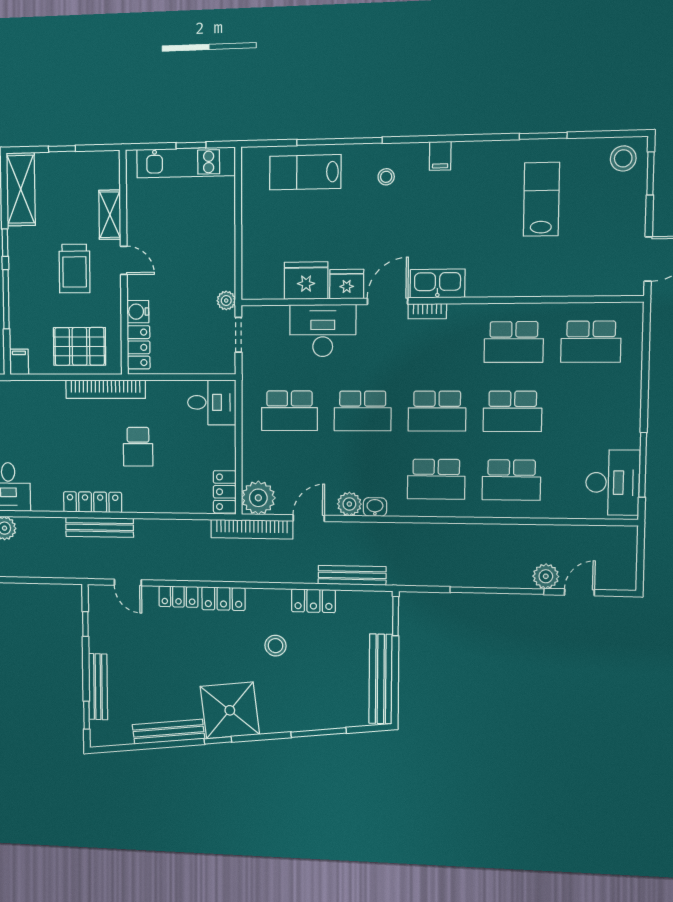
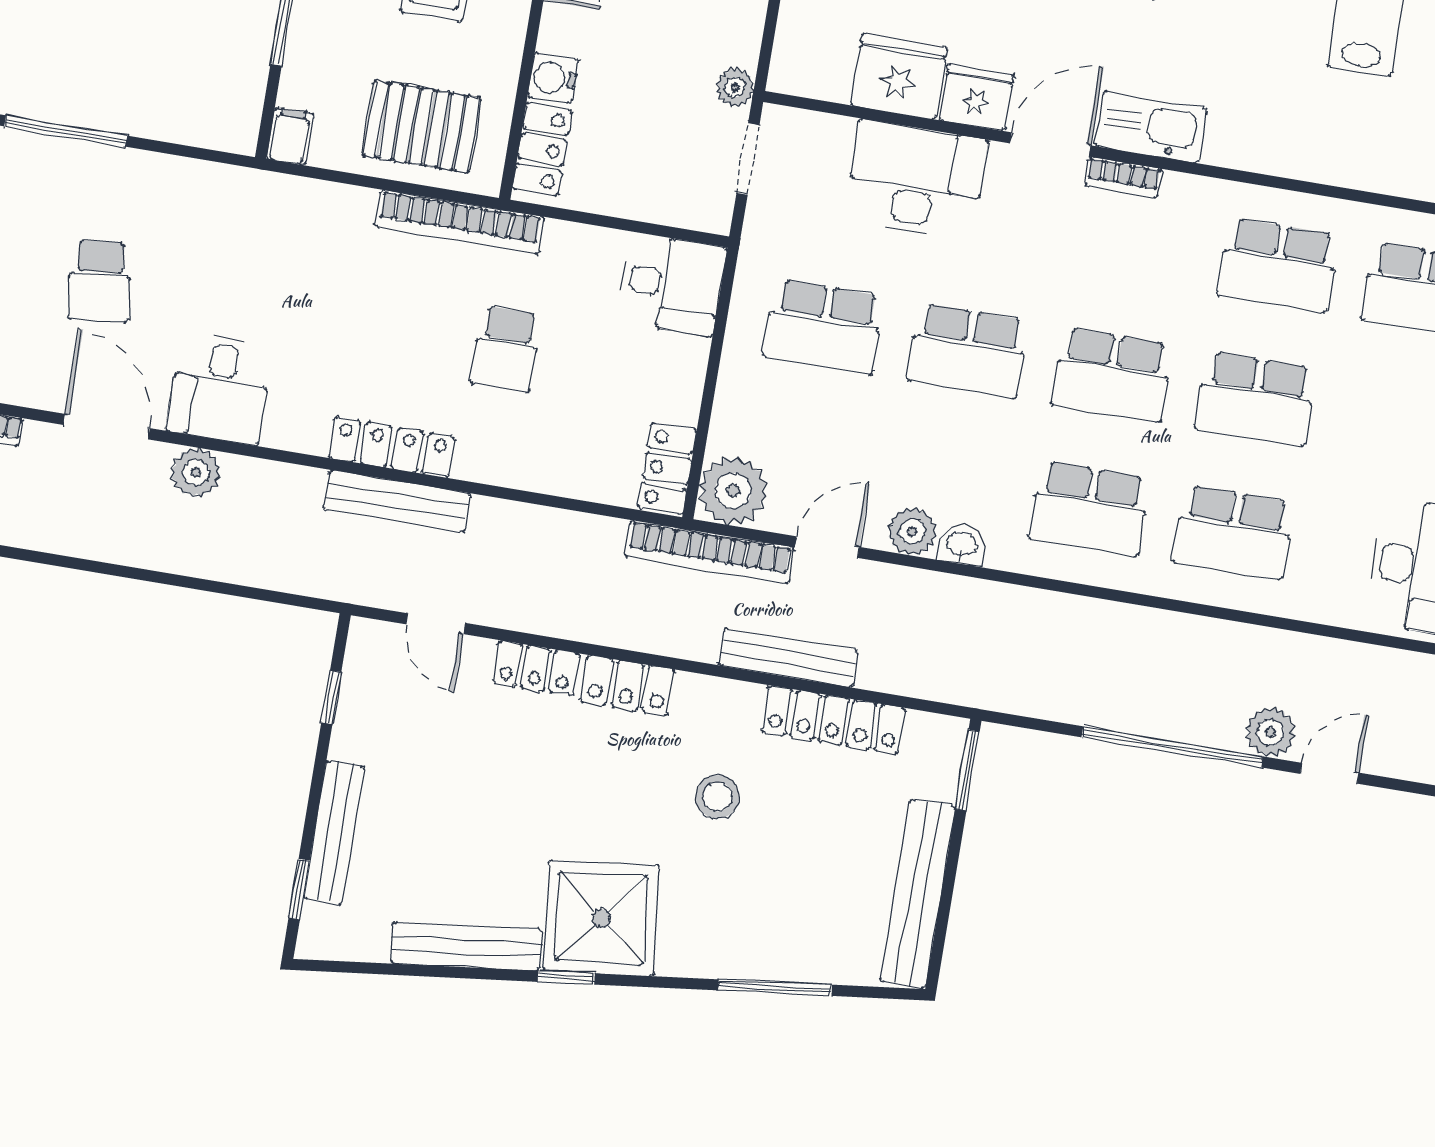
bench: (352, 575) -> (788, 658), moved
locker: (313, 601) -> (833, 720), width x1.53

